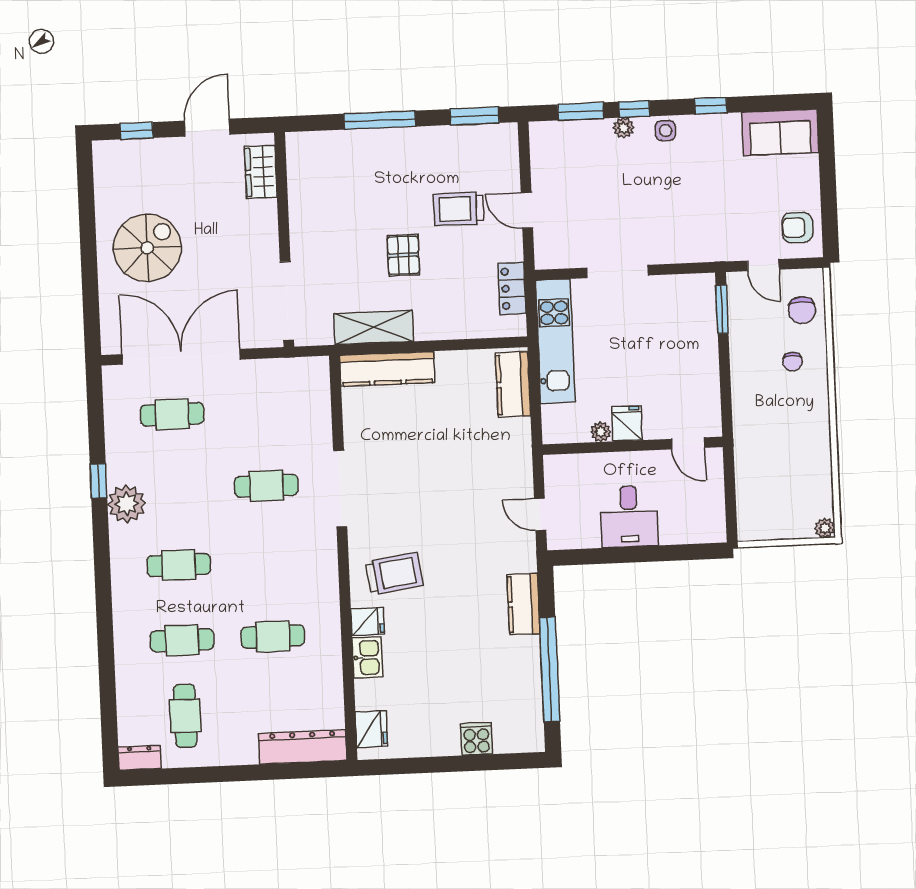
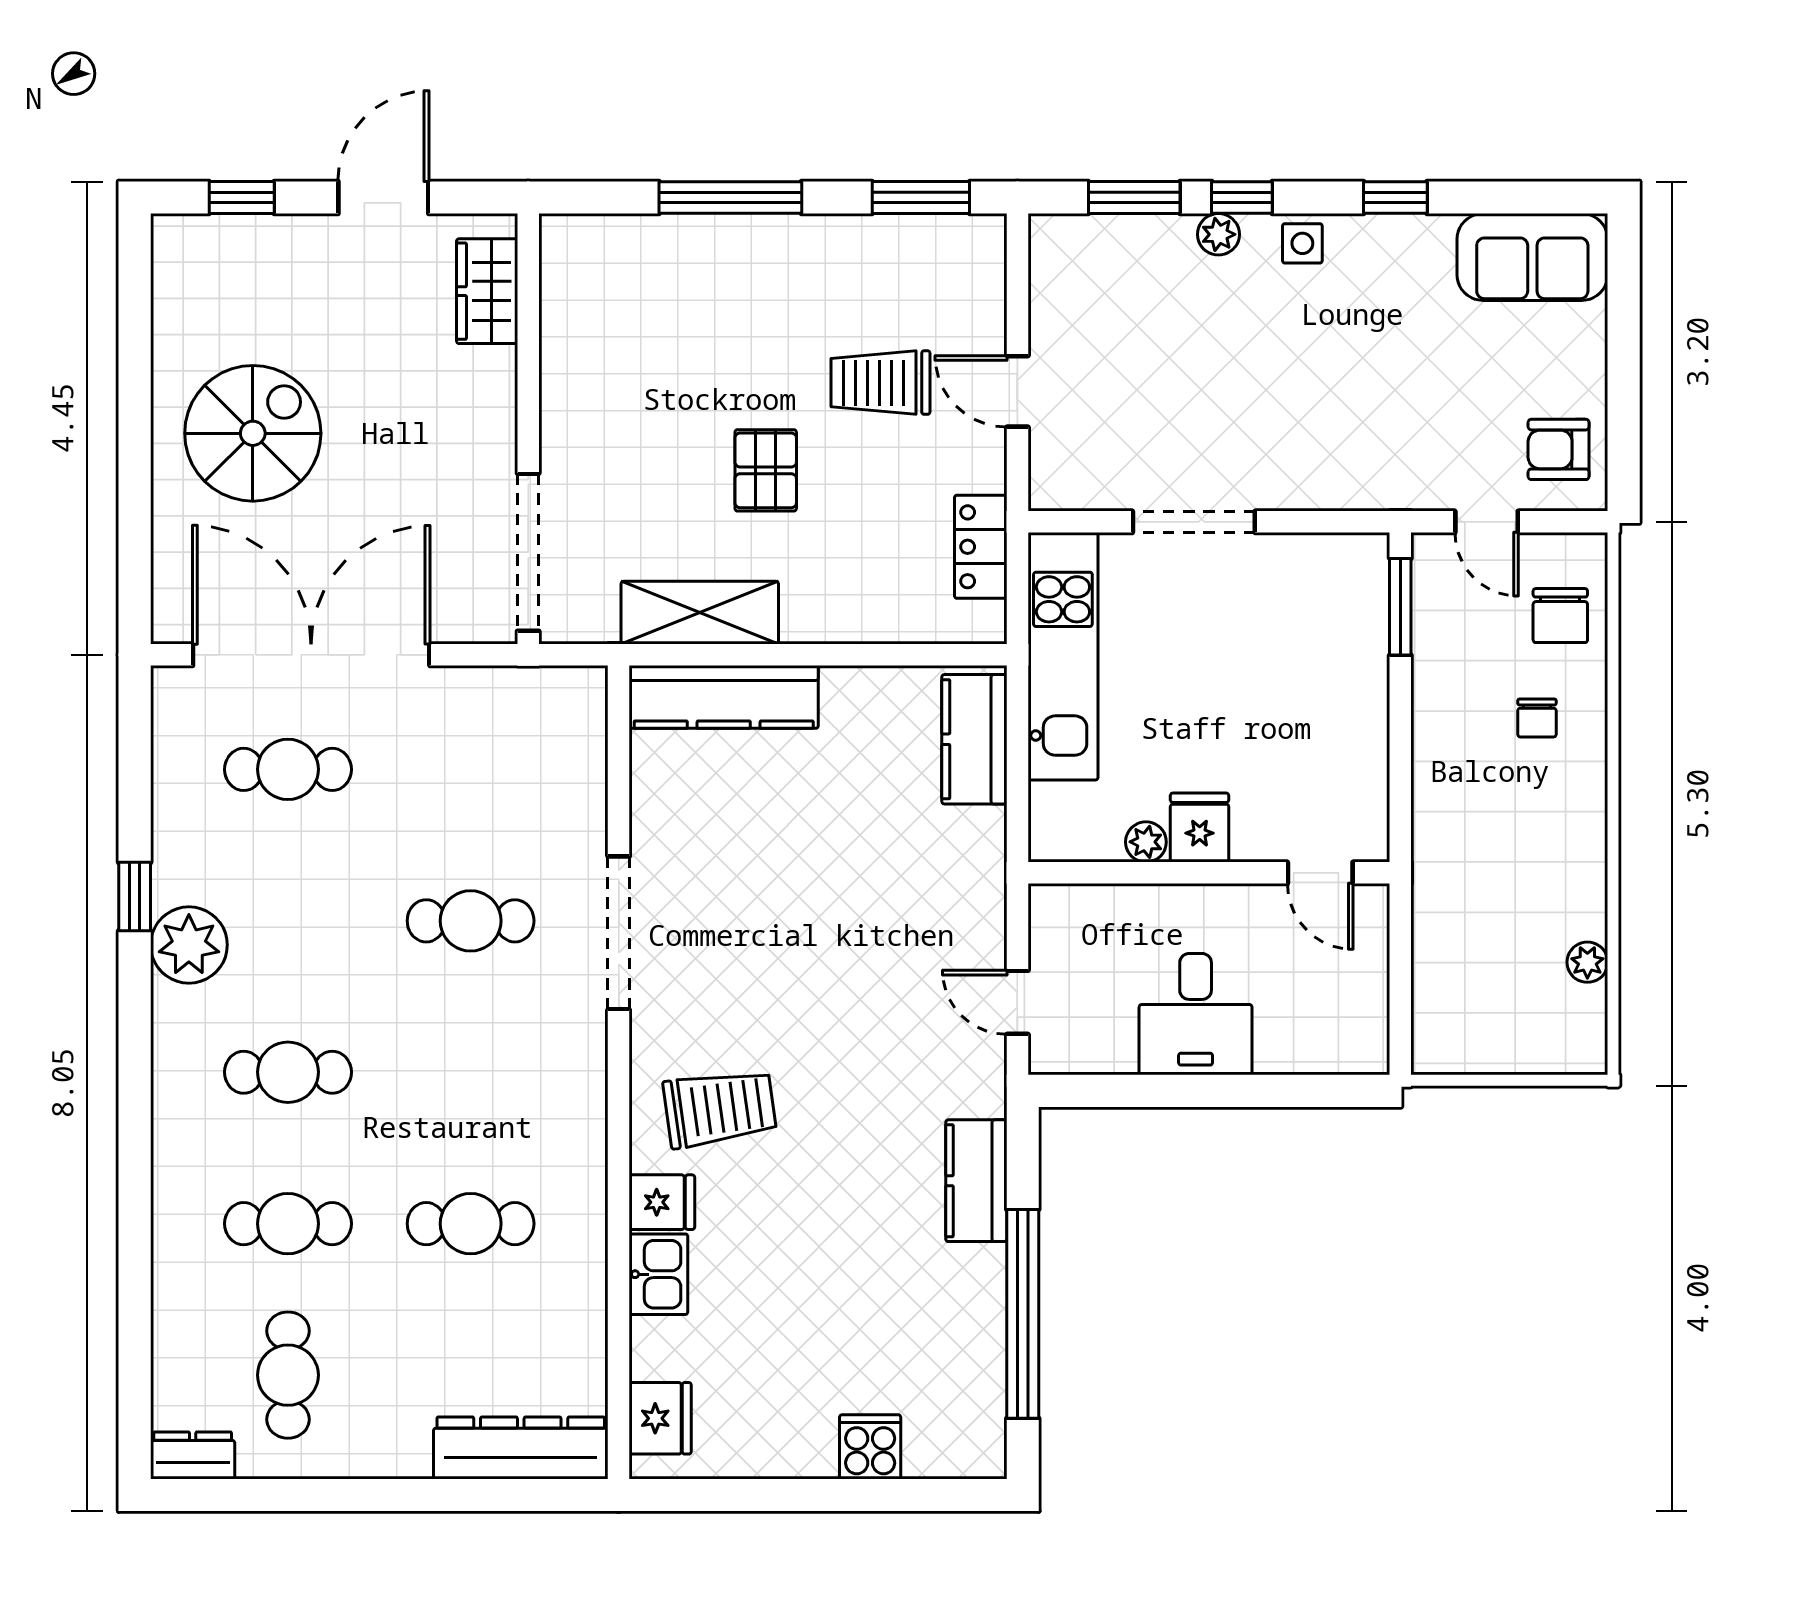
plant: (825, 528) -> (1587, 962), moved

